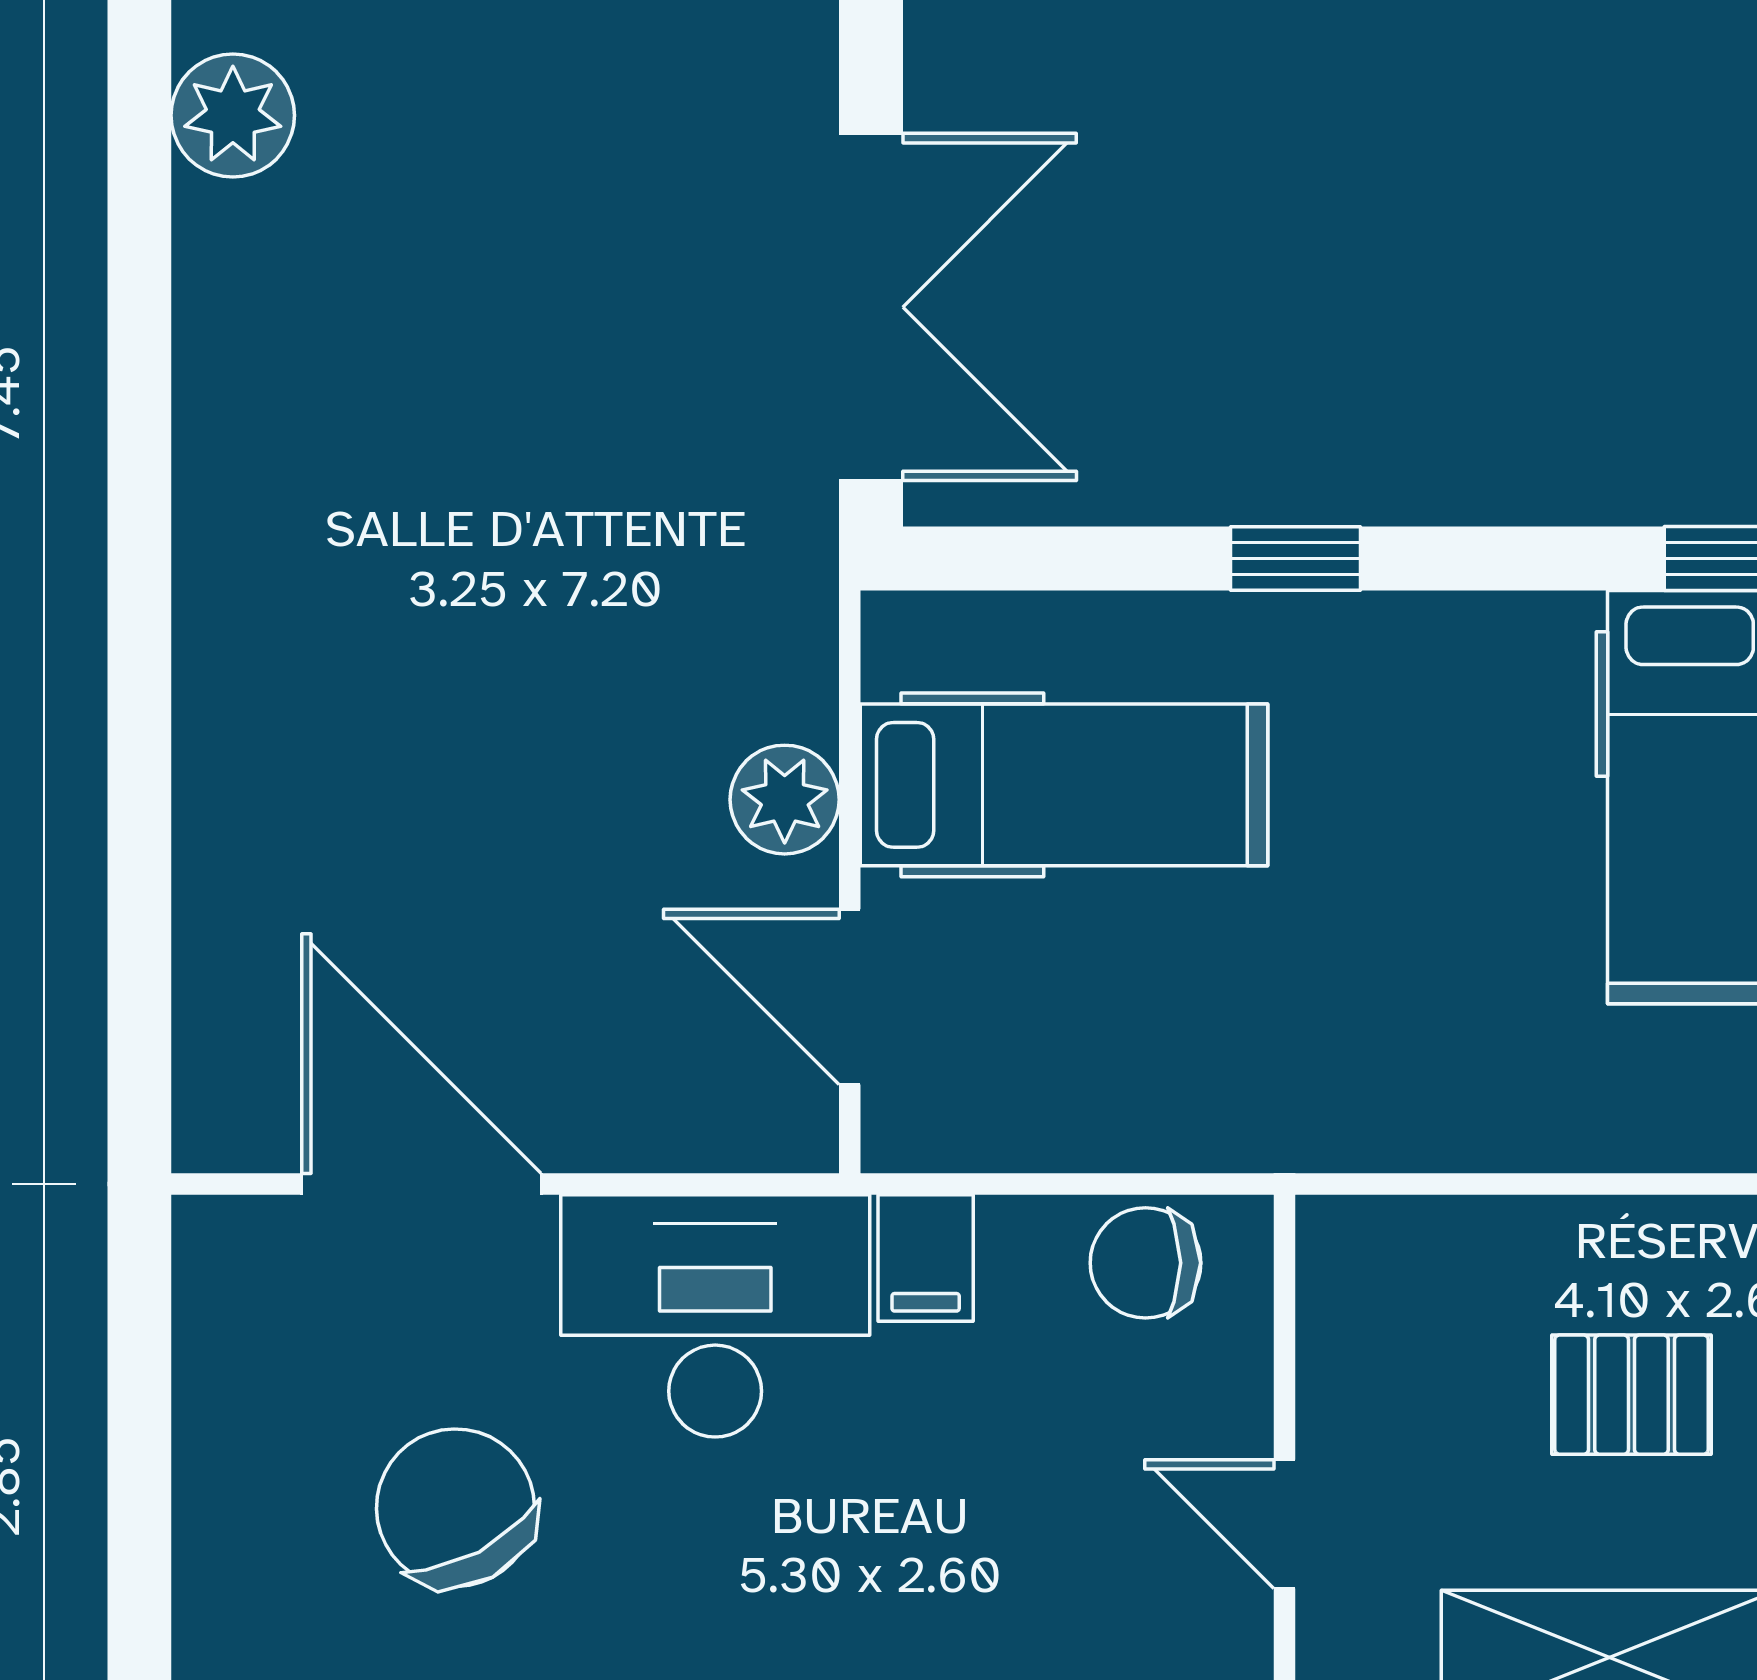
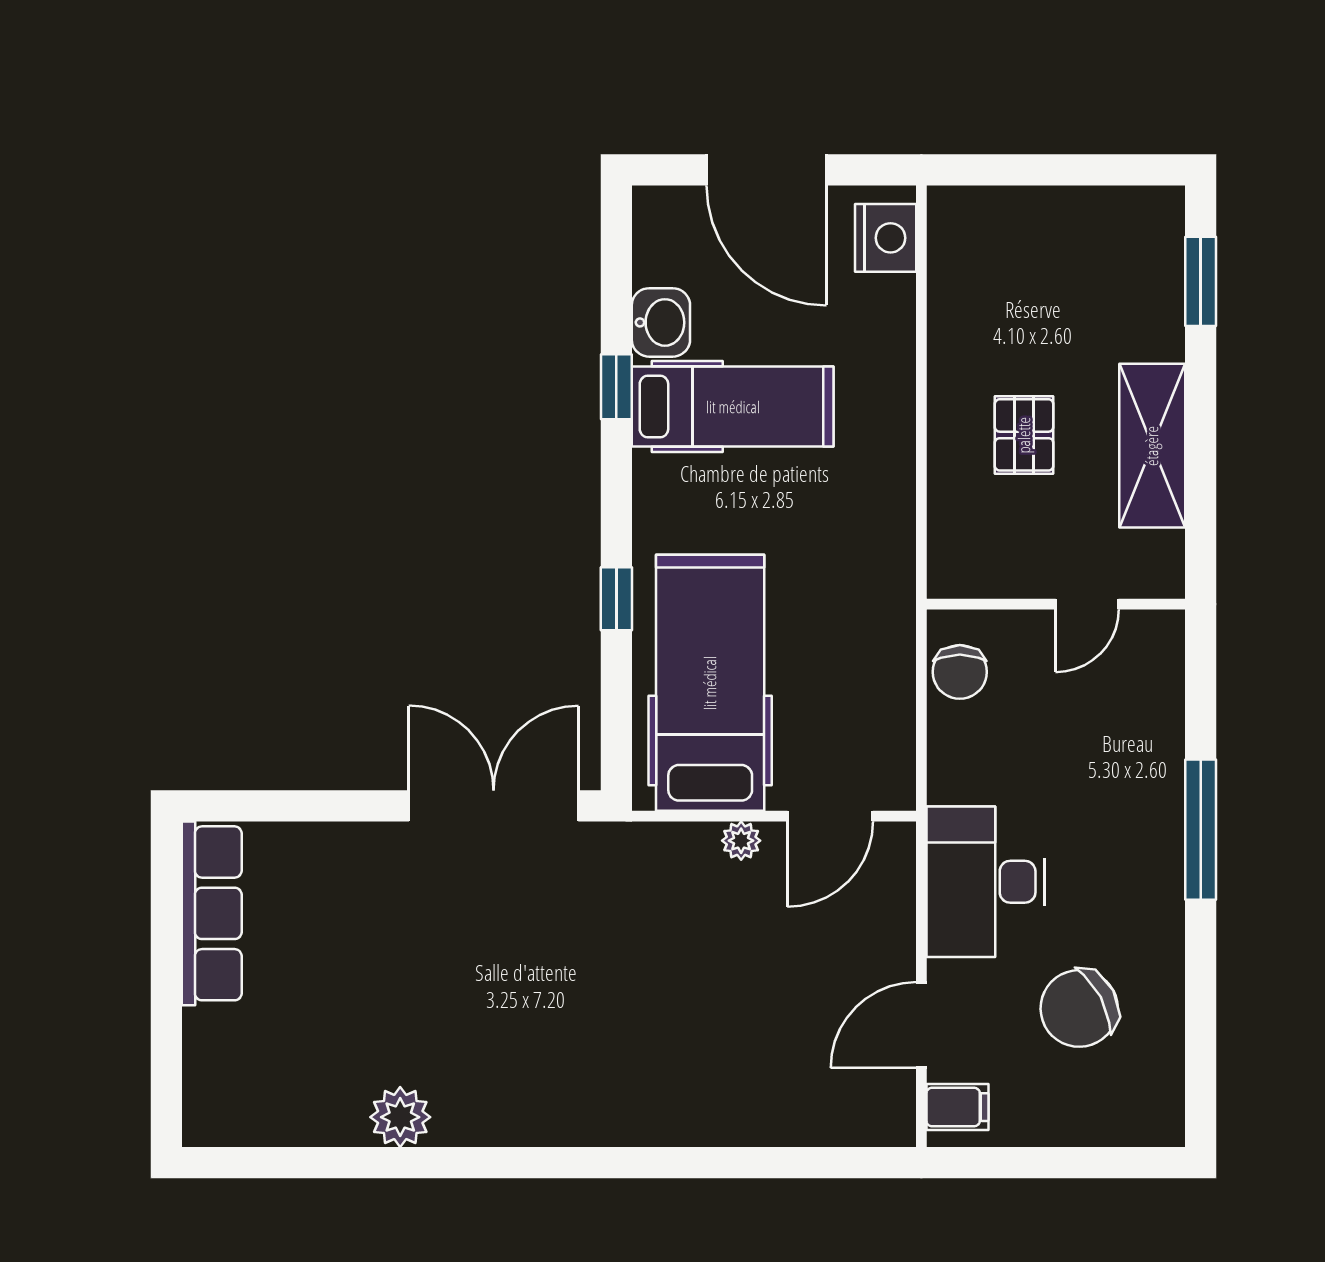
hospital bed: (1064, 785) -> (710, 683), width x1.37, depth x1.29
plant: (785, 800) -> (741, 841), width x0.73, depth x0.73
door: (421, 1184) -> (921, 1025), width x0.73
filing cabinet: (926, 1258) -> (957, 1107), moved

